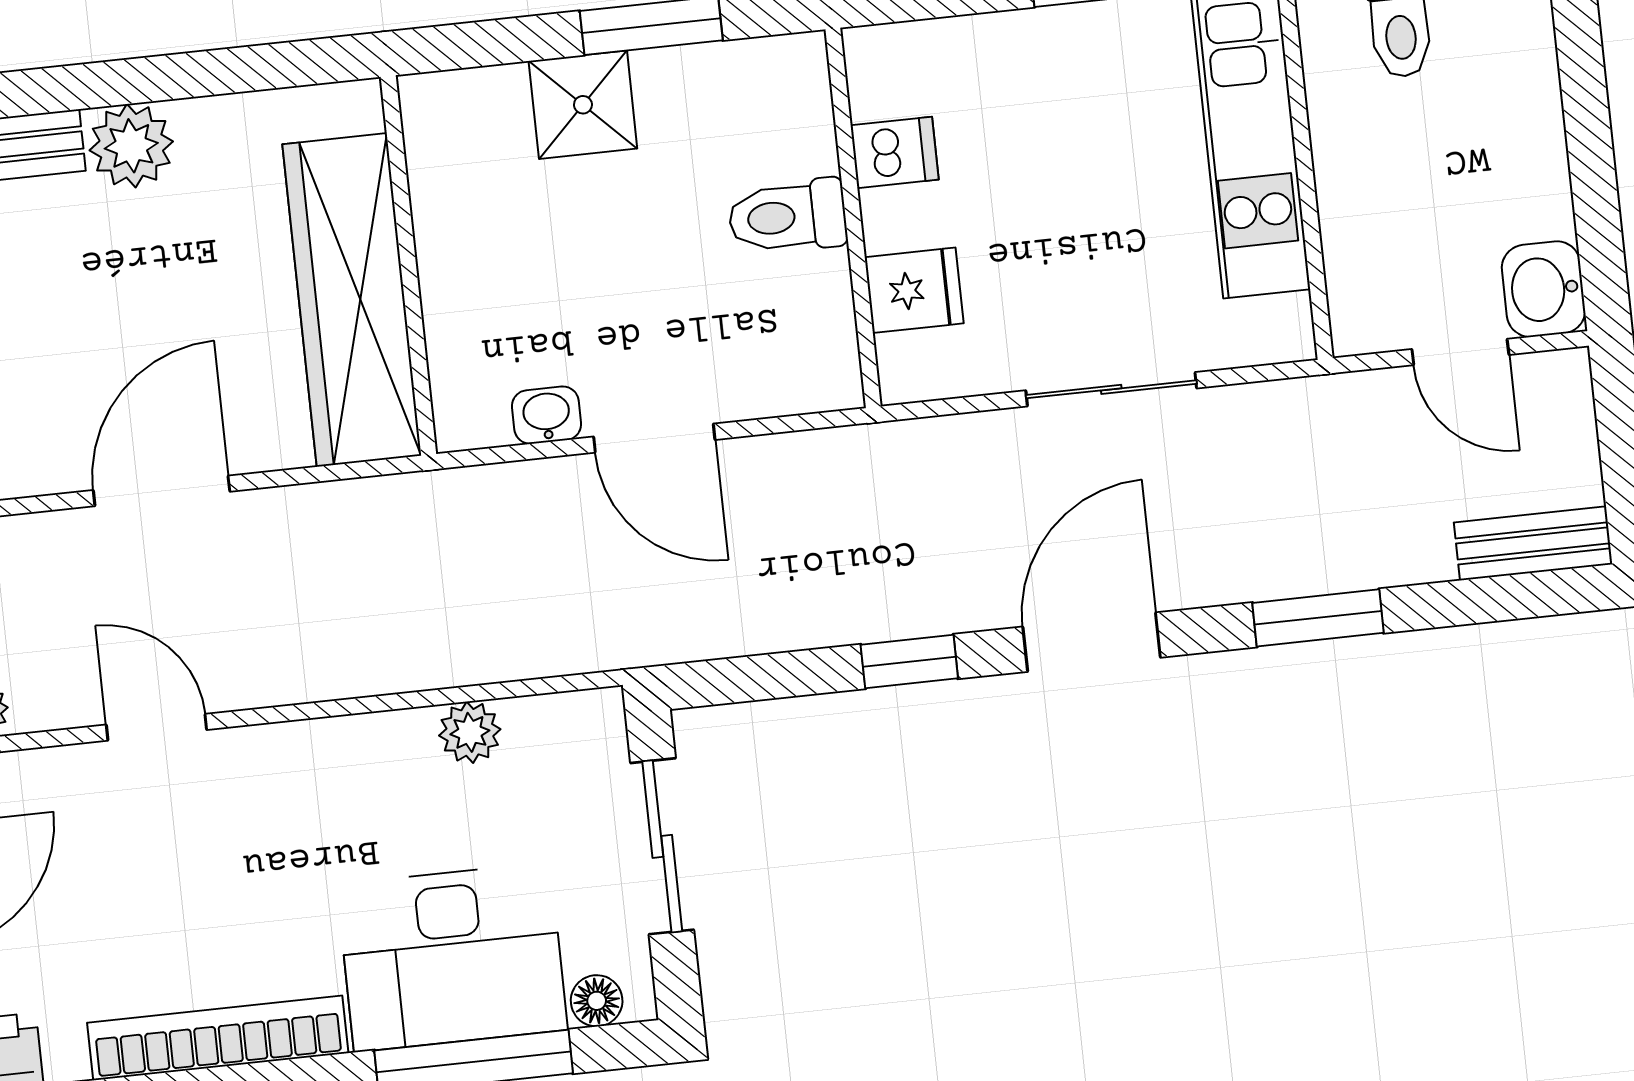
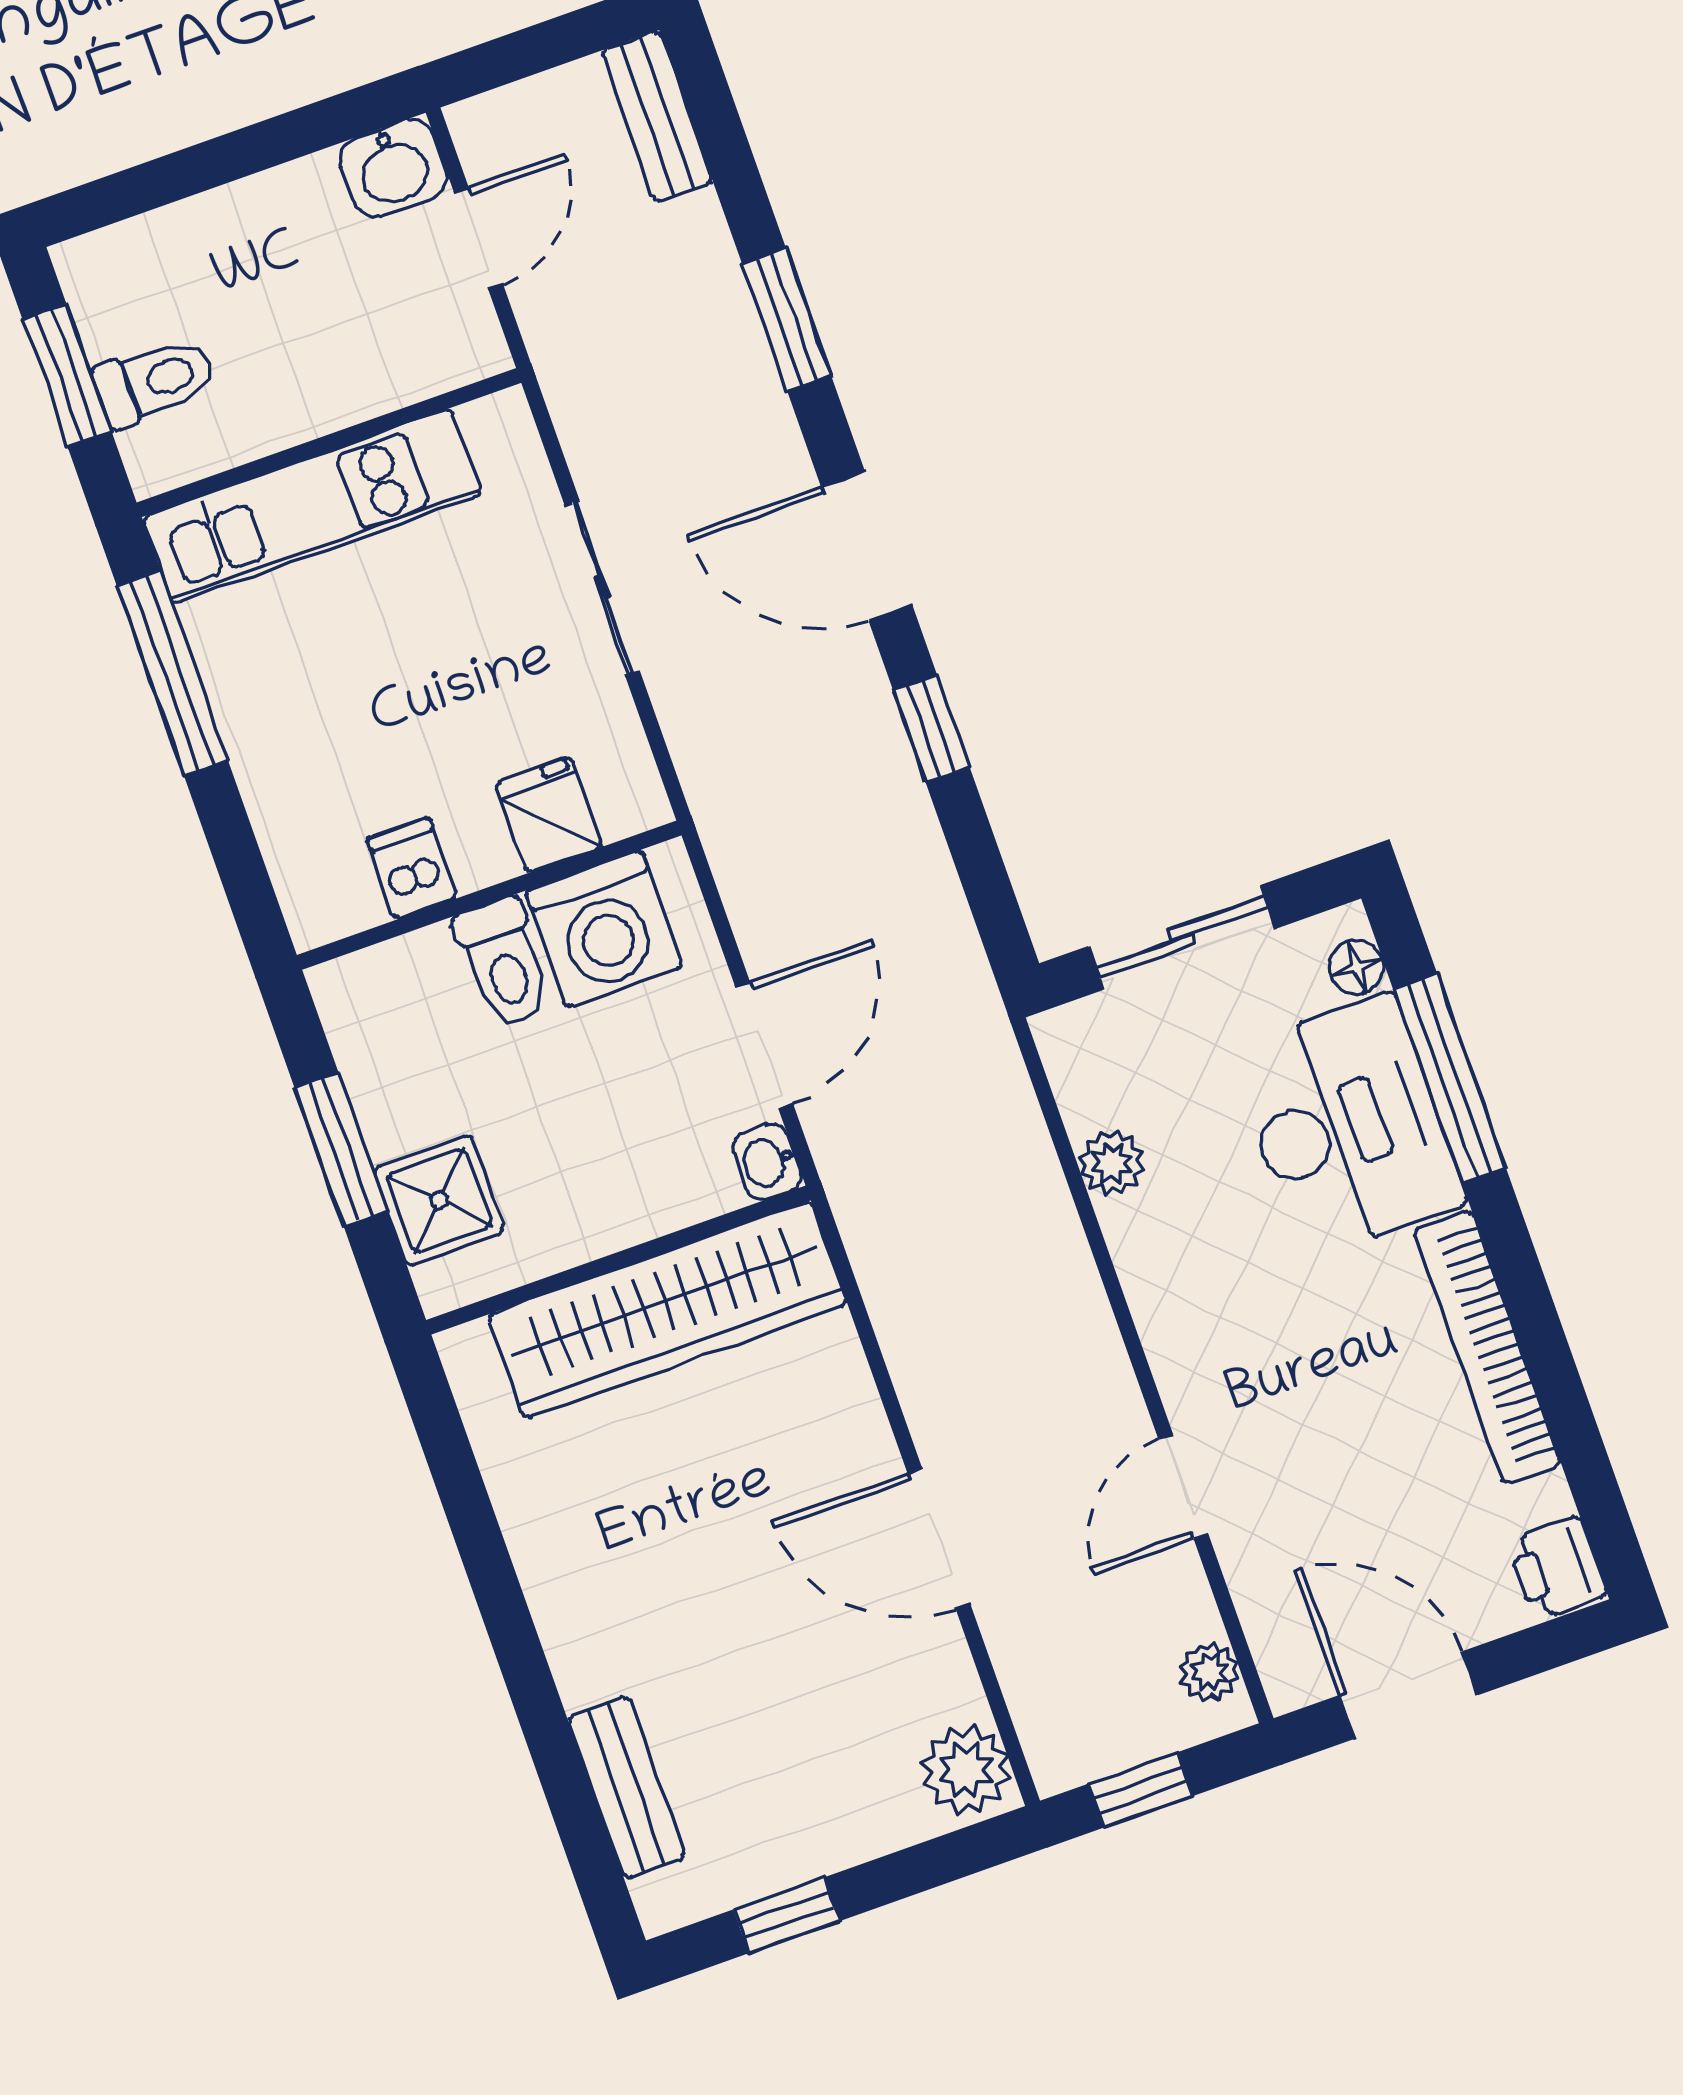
plant: (131, 146) -> (592, 1655), removed
wall: (408, 265) -> (618, 1260), moved
wardrobe: (352, 300) -> (668, 1310), moved
washing machine: (797, 316) -> (604, 929), added

